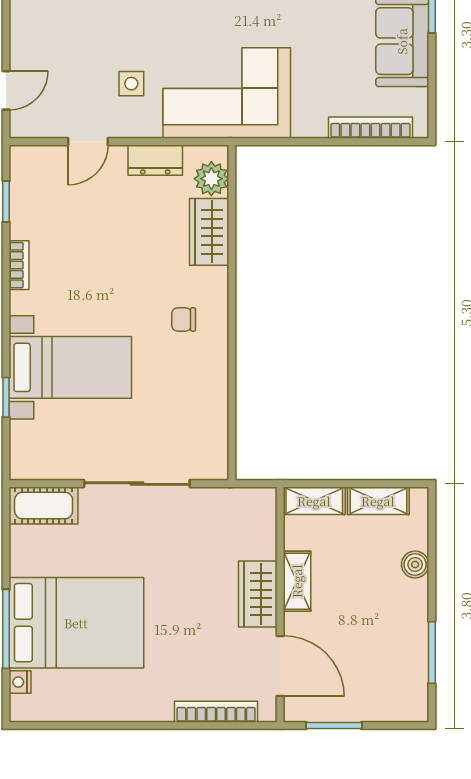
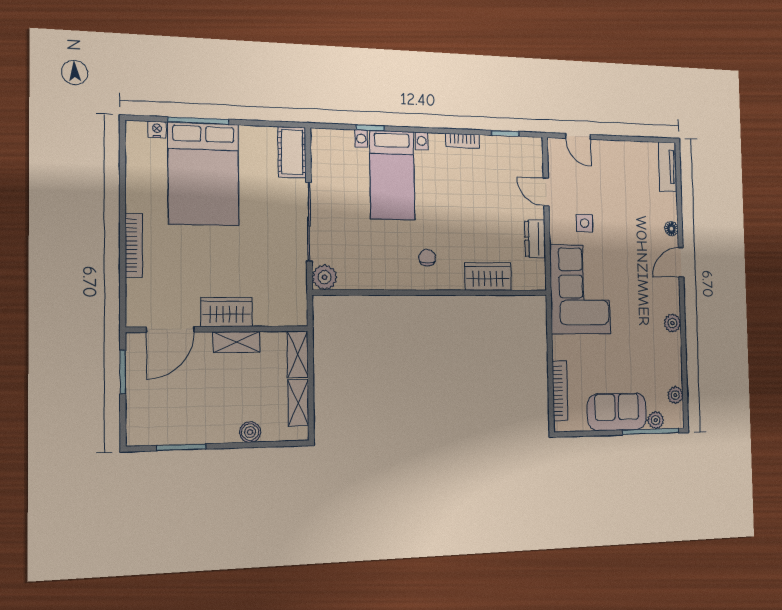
plant: (211, 179) -> (325, 277), moved
bookcase: (216, 712) -> (134, 245), moved

